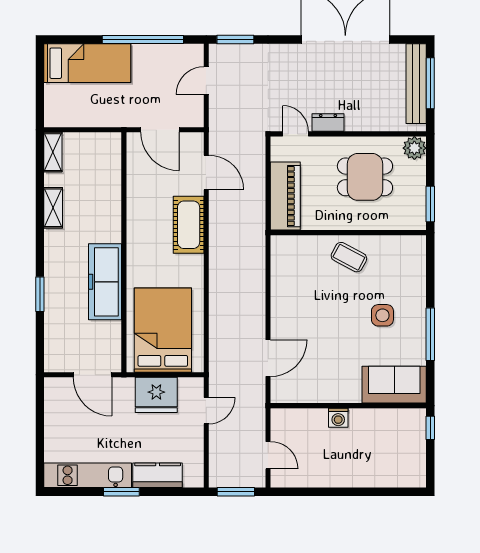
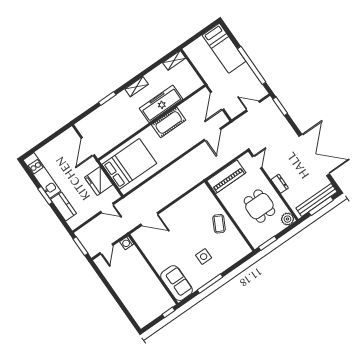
dresser: (328, 122) -> (280, 184), moved
shelving: (53, 208) -> (137, 87), moved
cot: (189, 225) -> (169, 122), moved
freezer: (105, 282) -> (161, 104), moved
washing machine: (338, 418) -> (127, 243), moved

